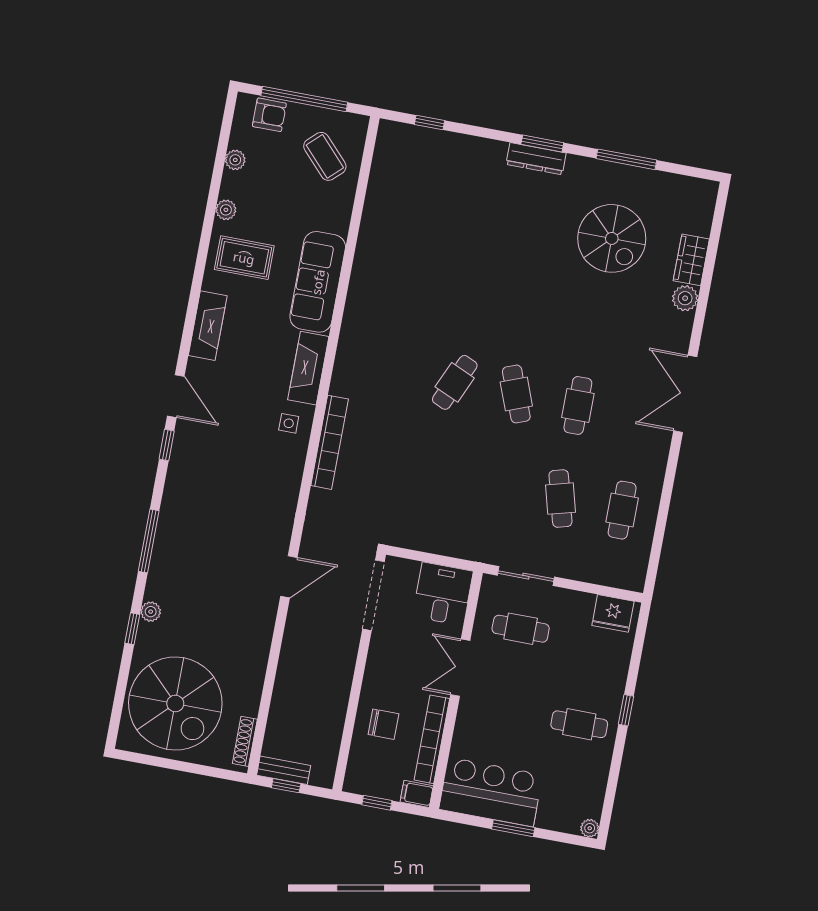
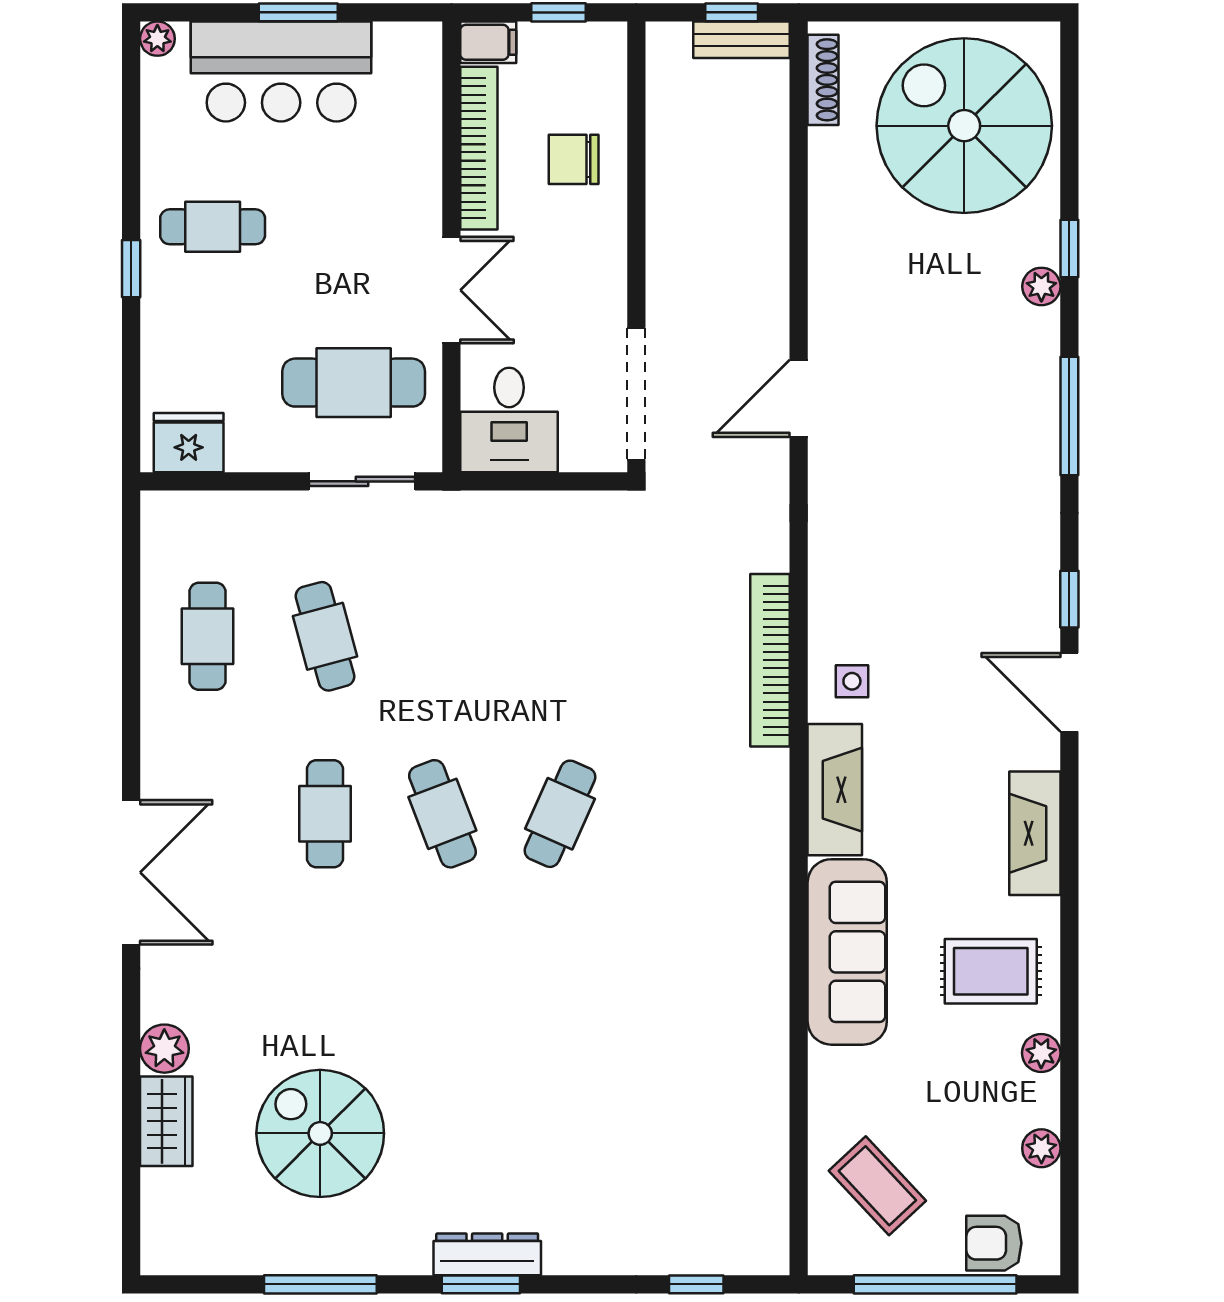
cafe table: (521, 629) -> (354, 383), width x1.37, depth x1.35
bar counter: (491, 792) -> (281, 71), moved

